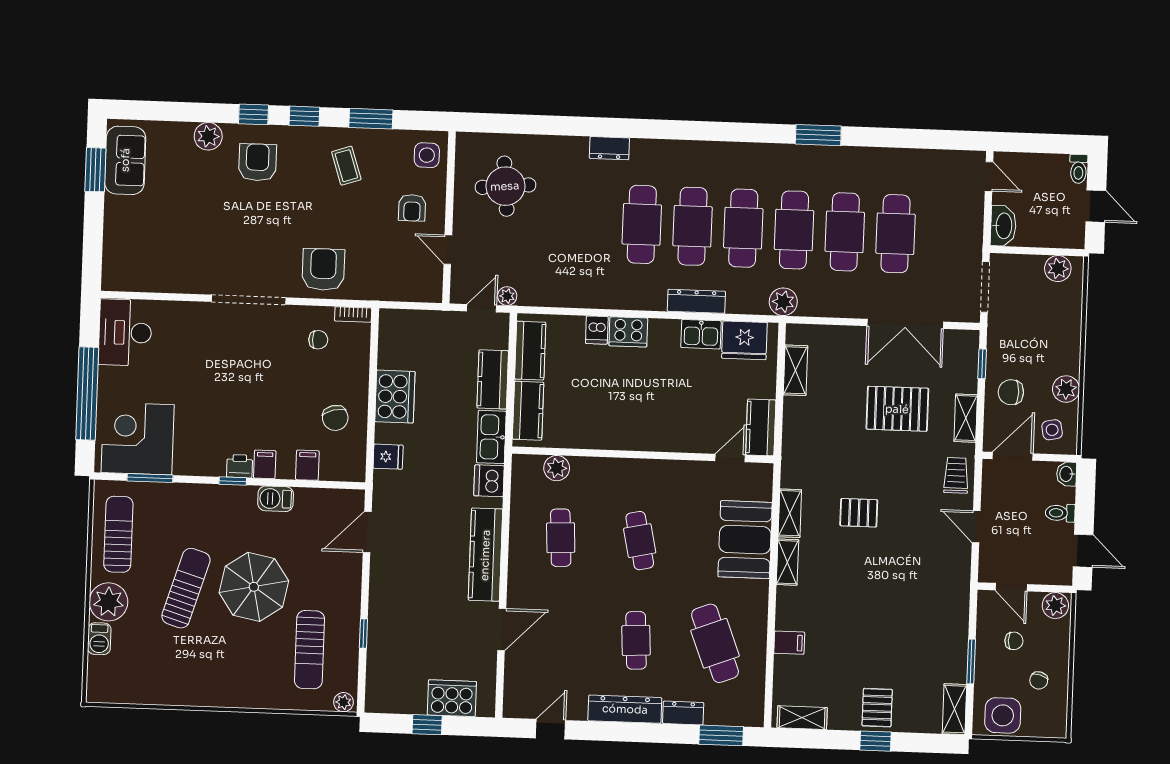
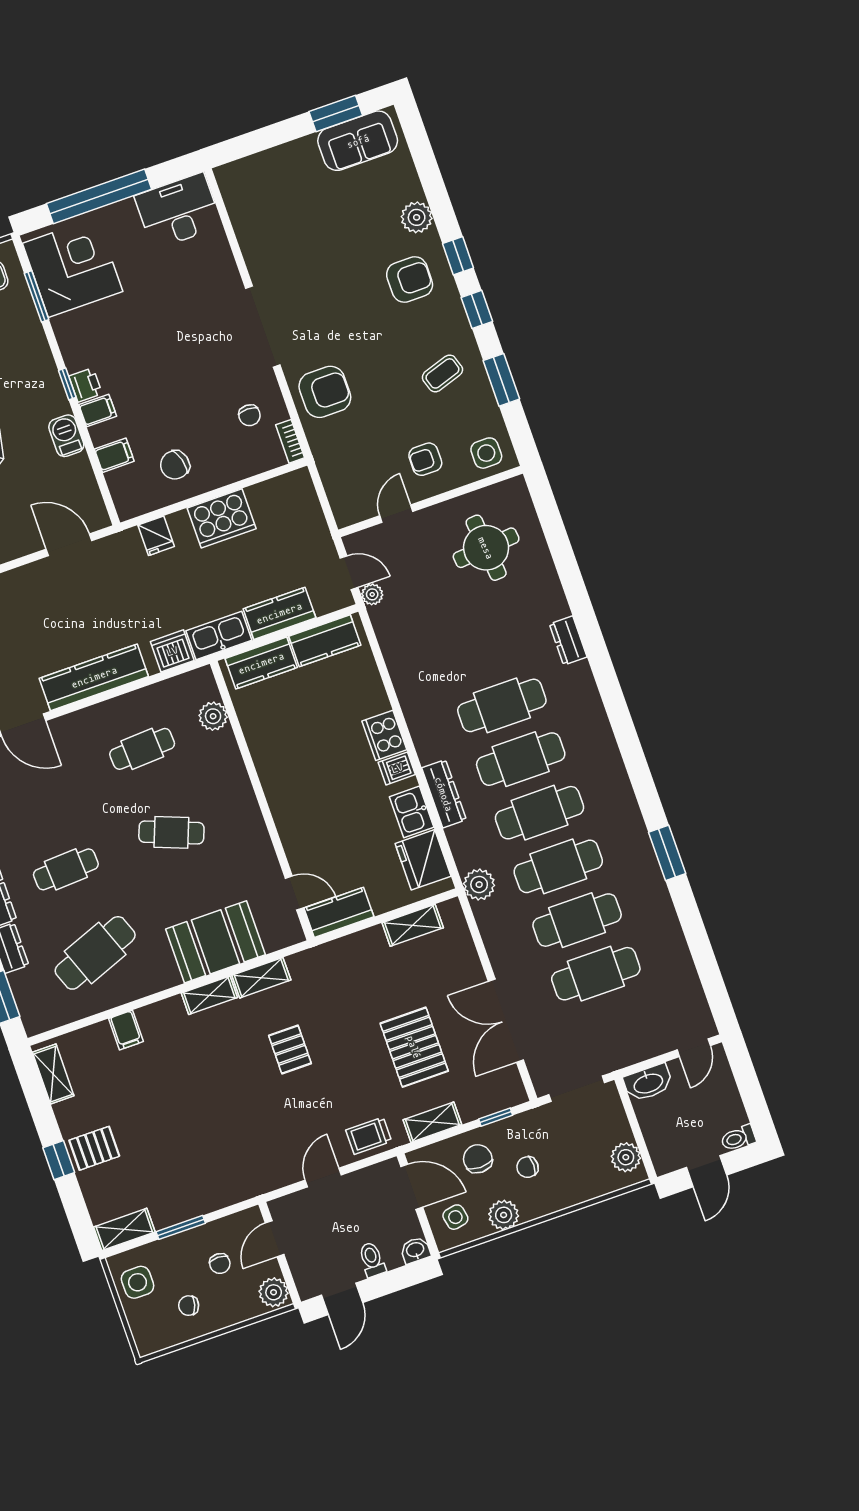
dishwasher: (597, 330) -> (397, 768), moved
chair: (1034, 354) -> (528, 1167), added
trolley: (956, 475) -> (369, 1136), turned 180
cafe table: (640, 541) -> (171, 832), turned 33
side table: (1003, 715) -> (138, 1282), width x0.73, depth x0.73

